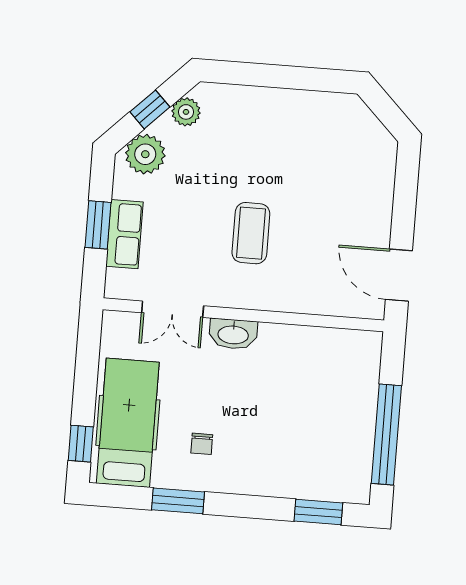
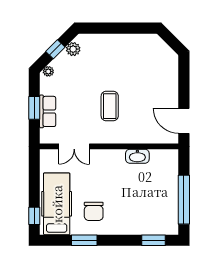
plant: (145, 154) -> (48, 71), width x0.53, depth x0.53
washbasin: (233, 334) -> (137, 156), moved
chair: (202, 444) -> (94, 211), width x1.87, depth x1.87

